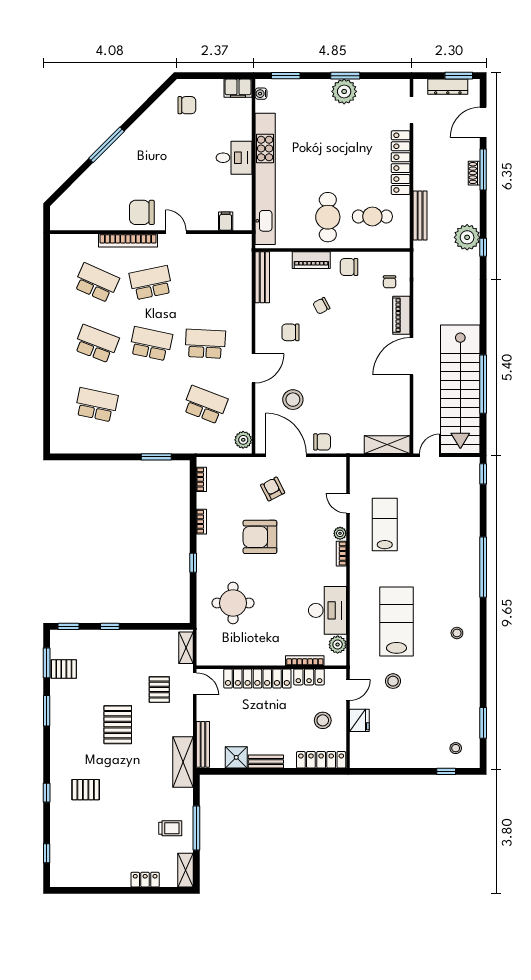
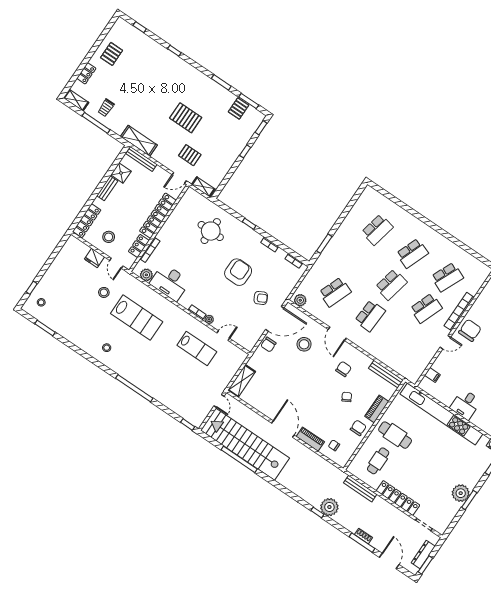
school desk: (151, 283) -> (426, 308), turned 33
pallet: (86, 790) -> (112, 54), moved

